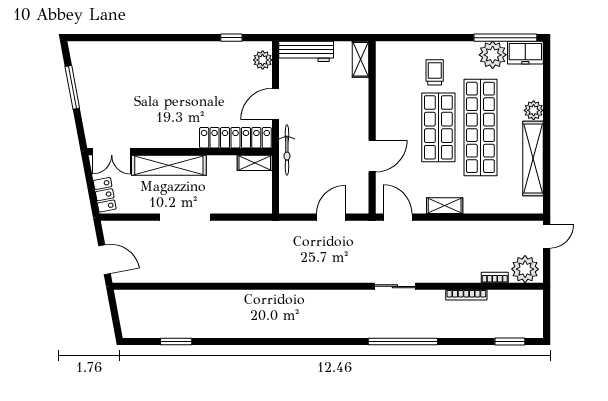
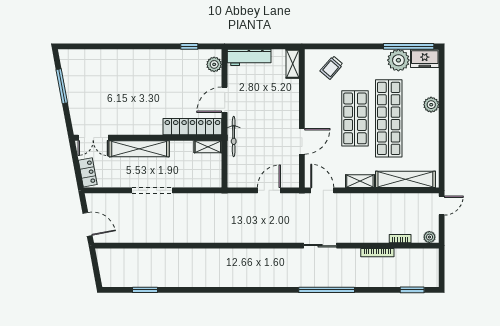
trolley: (435, 72) -> (332, 68), moved, turned -139
shelving: (533, 159) -> (405, 179), moved, turned 90
plant: (525, 269) -> (429, 237), width x0.53, depth x0.53

